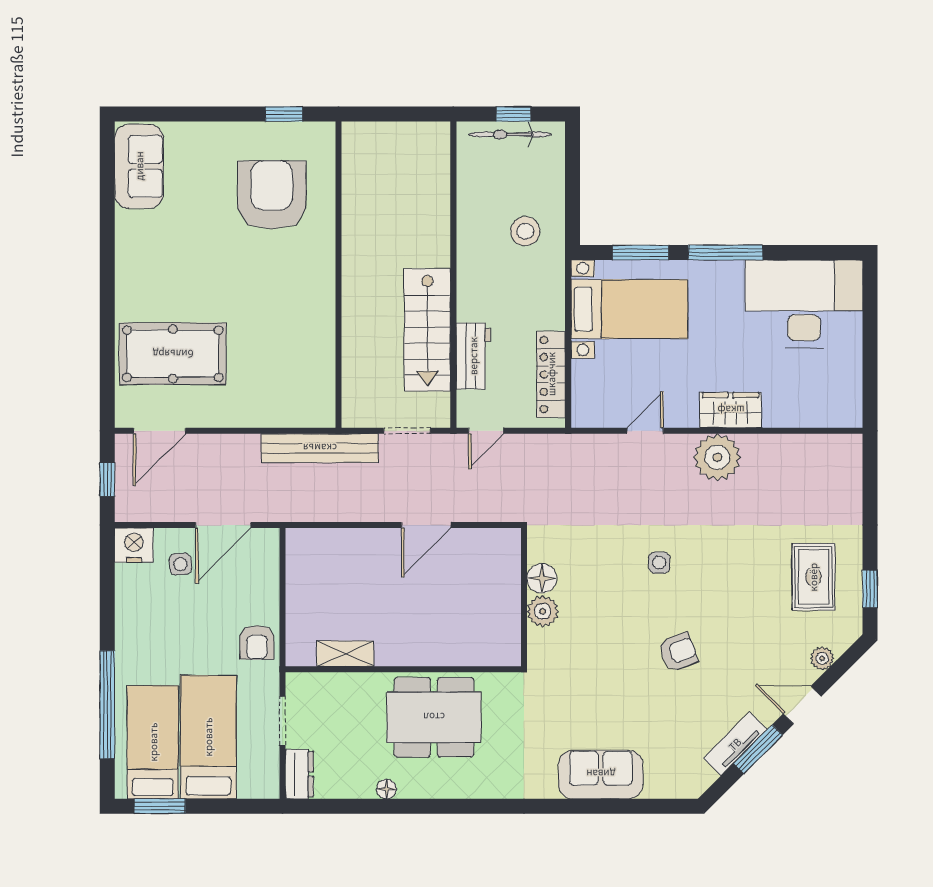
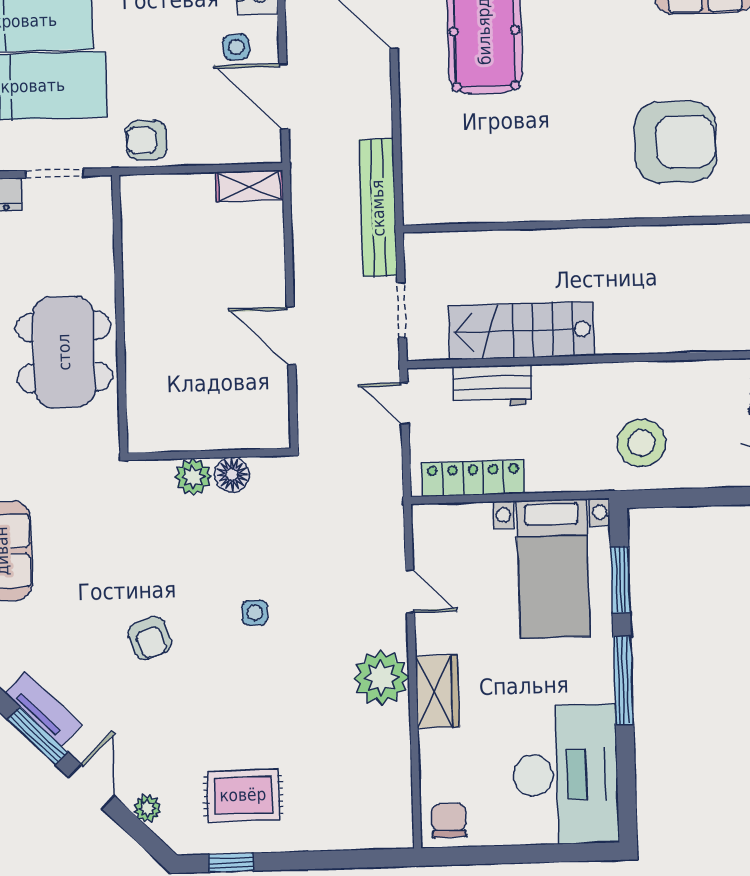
stool: (525, 231) -> (641, 443), width x1.38, depth x1.38
chair: (840, 404) -> (449, 820), added
shelving: (345, 654) -> (250, 186), moved, turned 90

